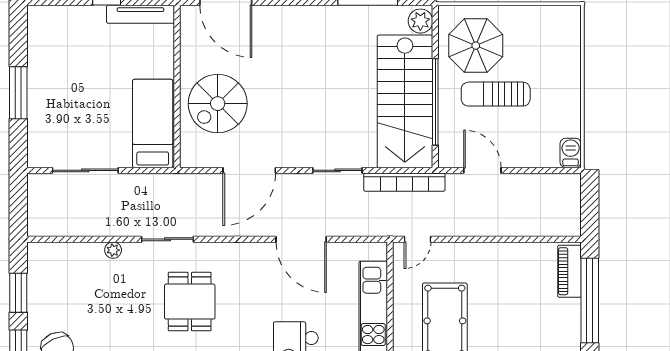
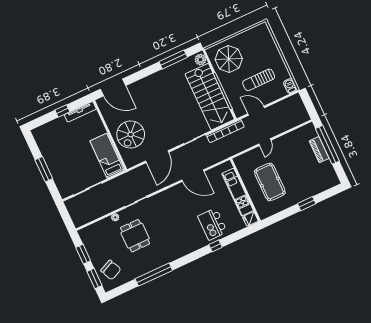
sun lounger: (496, 94) -> (259, 80), moved
door: (417, 239) -> (265, 142), moved
piano: (569, 271) -> (319, 150), moved
dining table: (190, 302) -> (135, 236), moved

